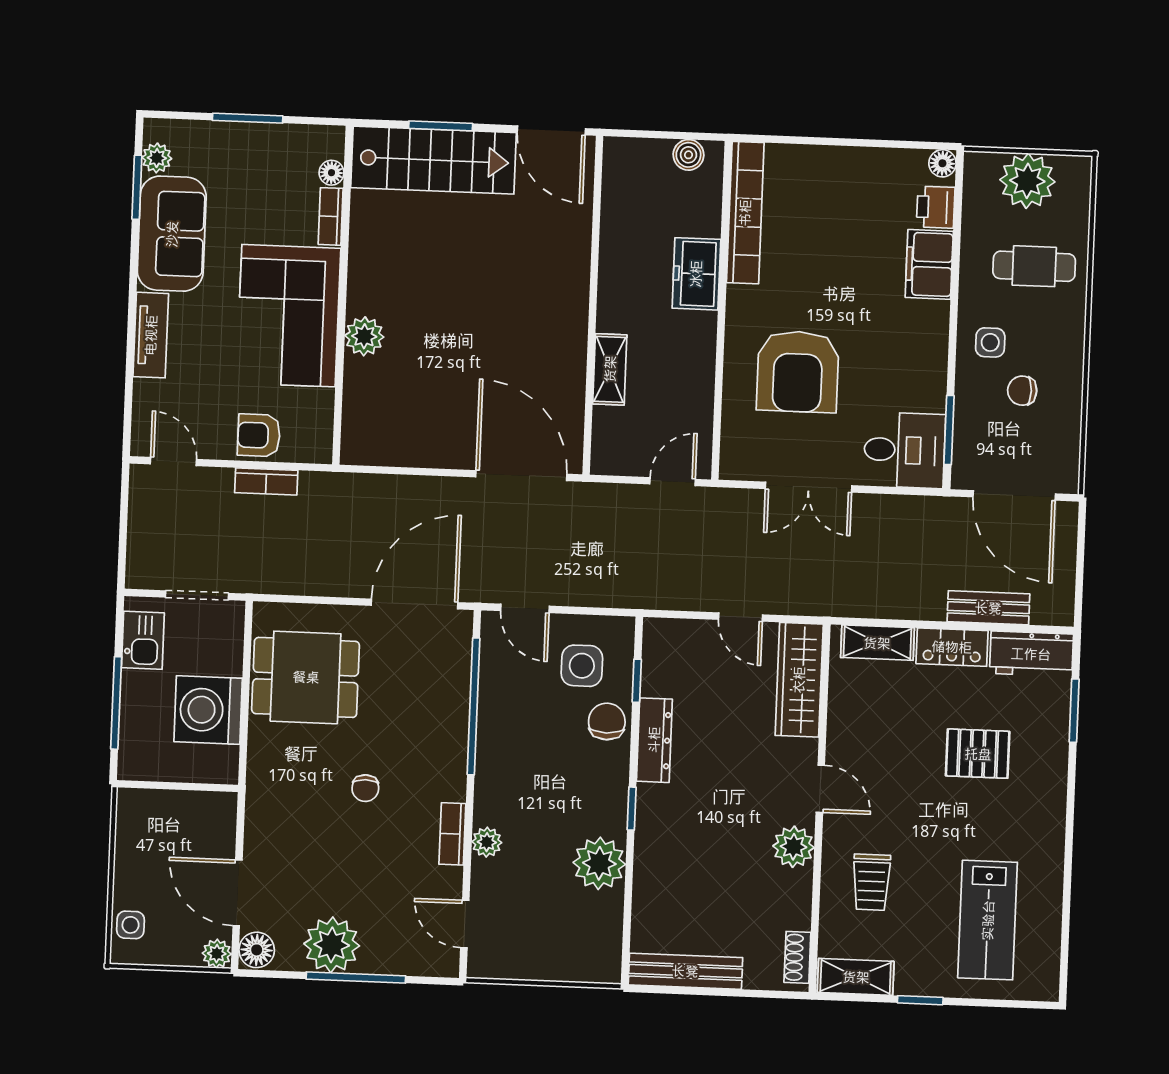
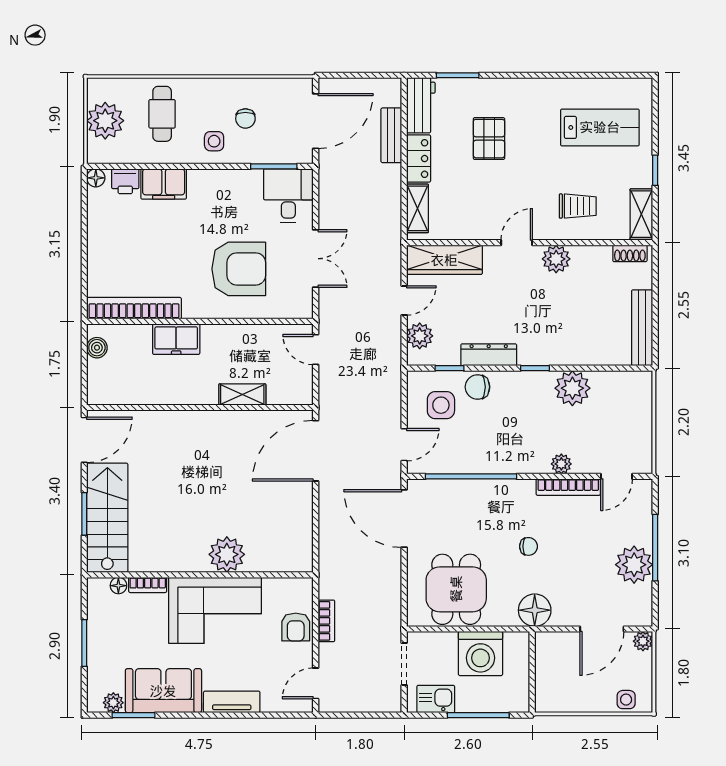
plant: (364, 336) -> (227, 554), width x1.36, depth x1.36
plant: (687, 638) -> (420, 336), added
bookcase: (452, 834) -> (568, 487), width x1.56
floor lamp: (257, 950) -> (535, 610), moved, width x1.38, depth x1.38

